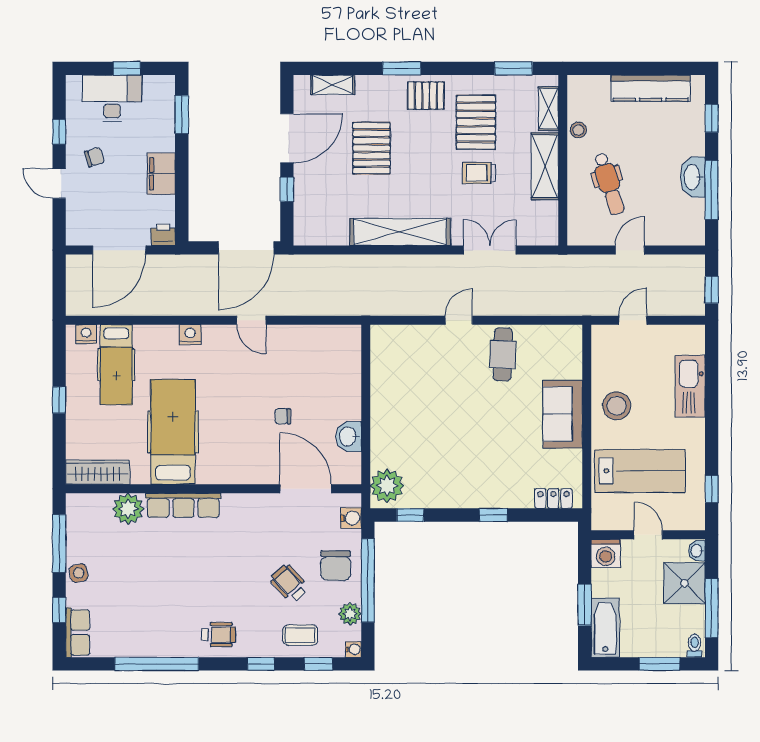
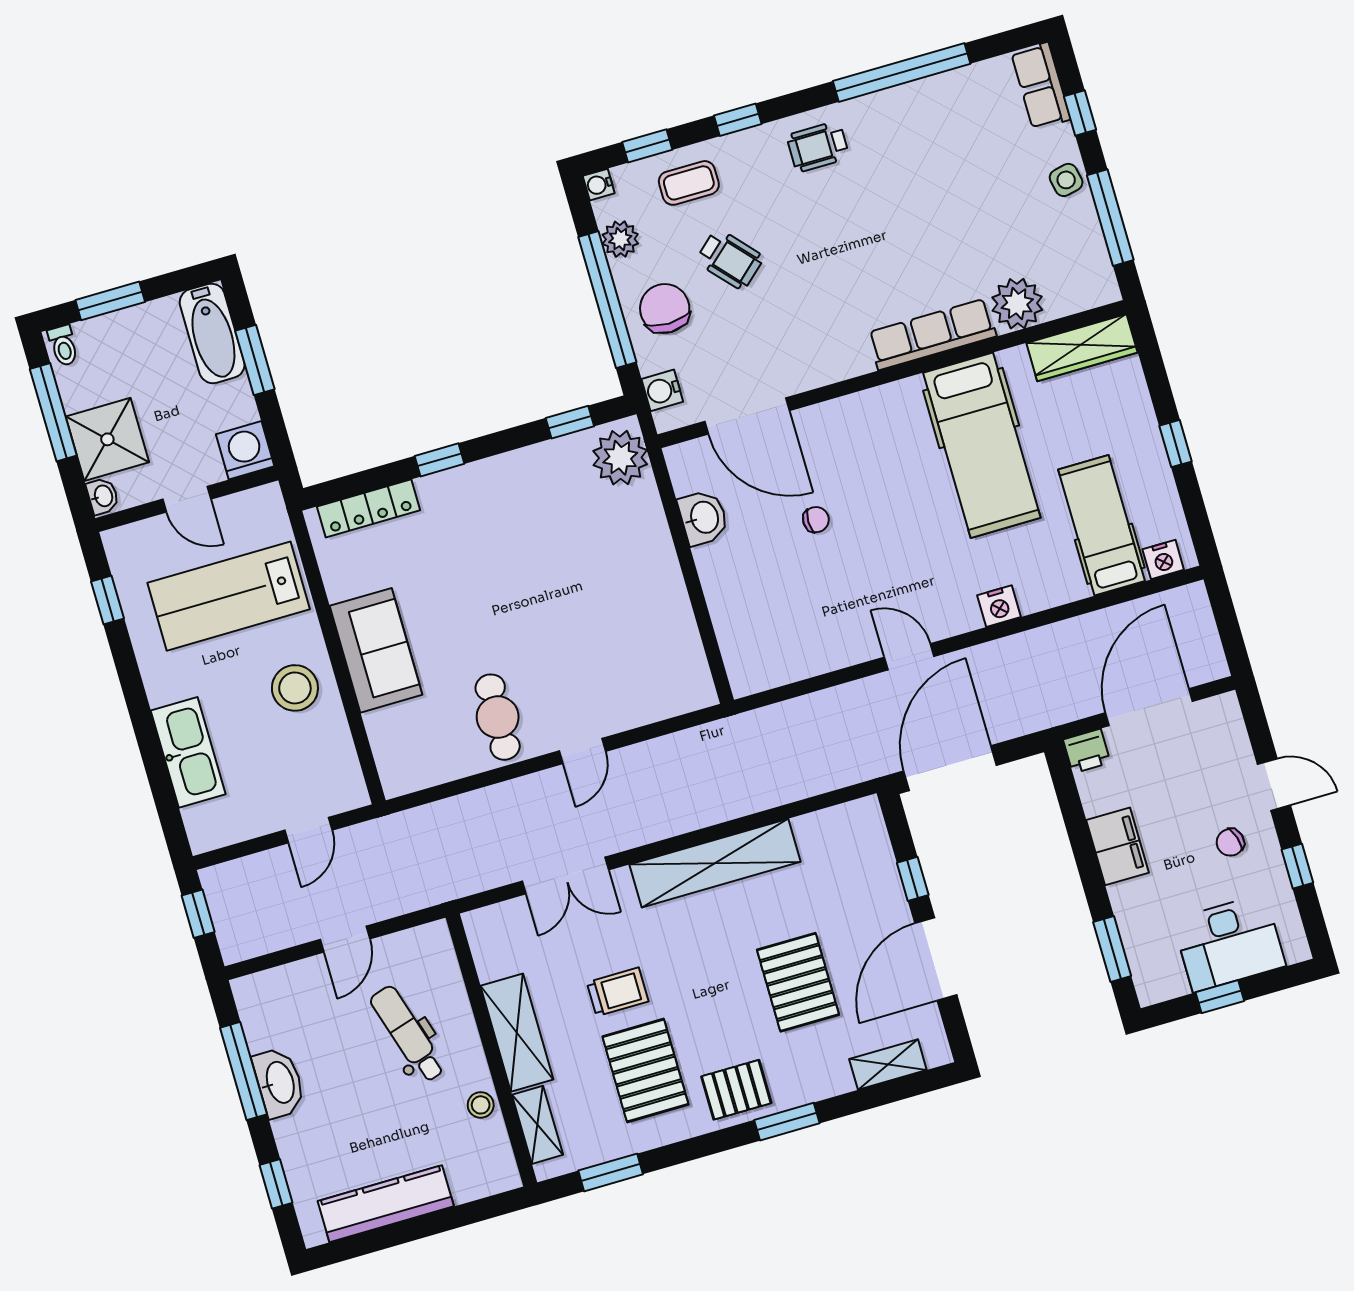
locker: (553, 499) -> (369, 508), width x1.53

